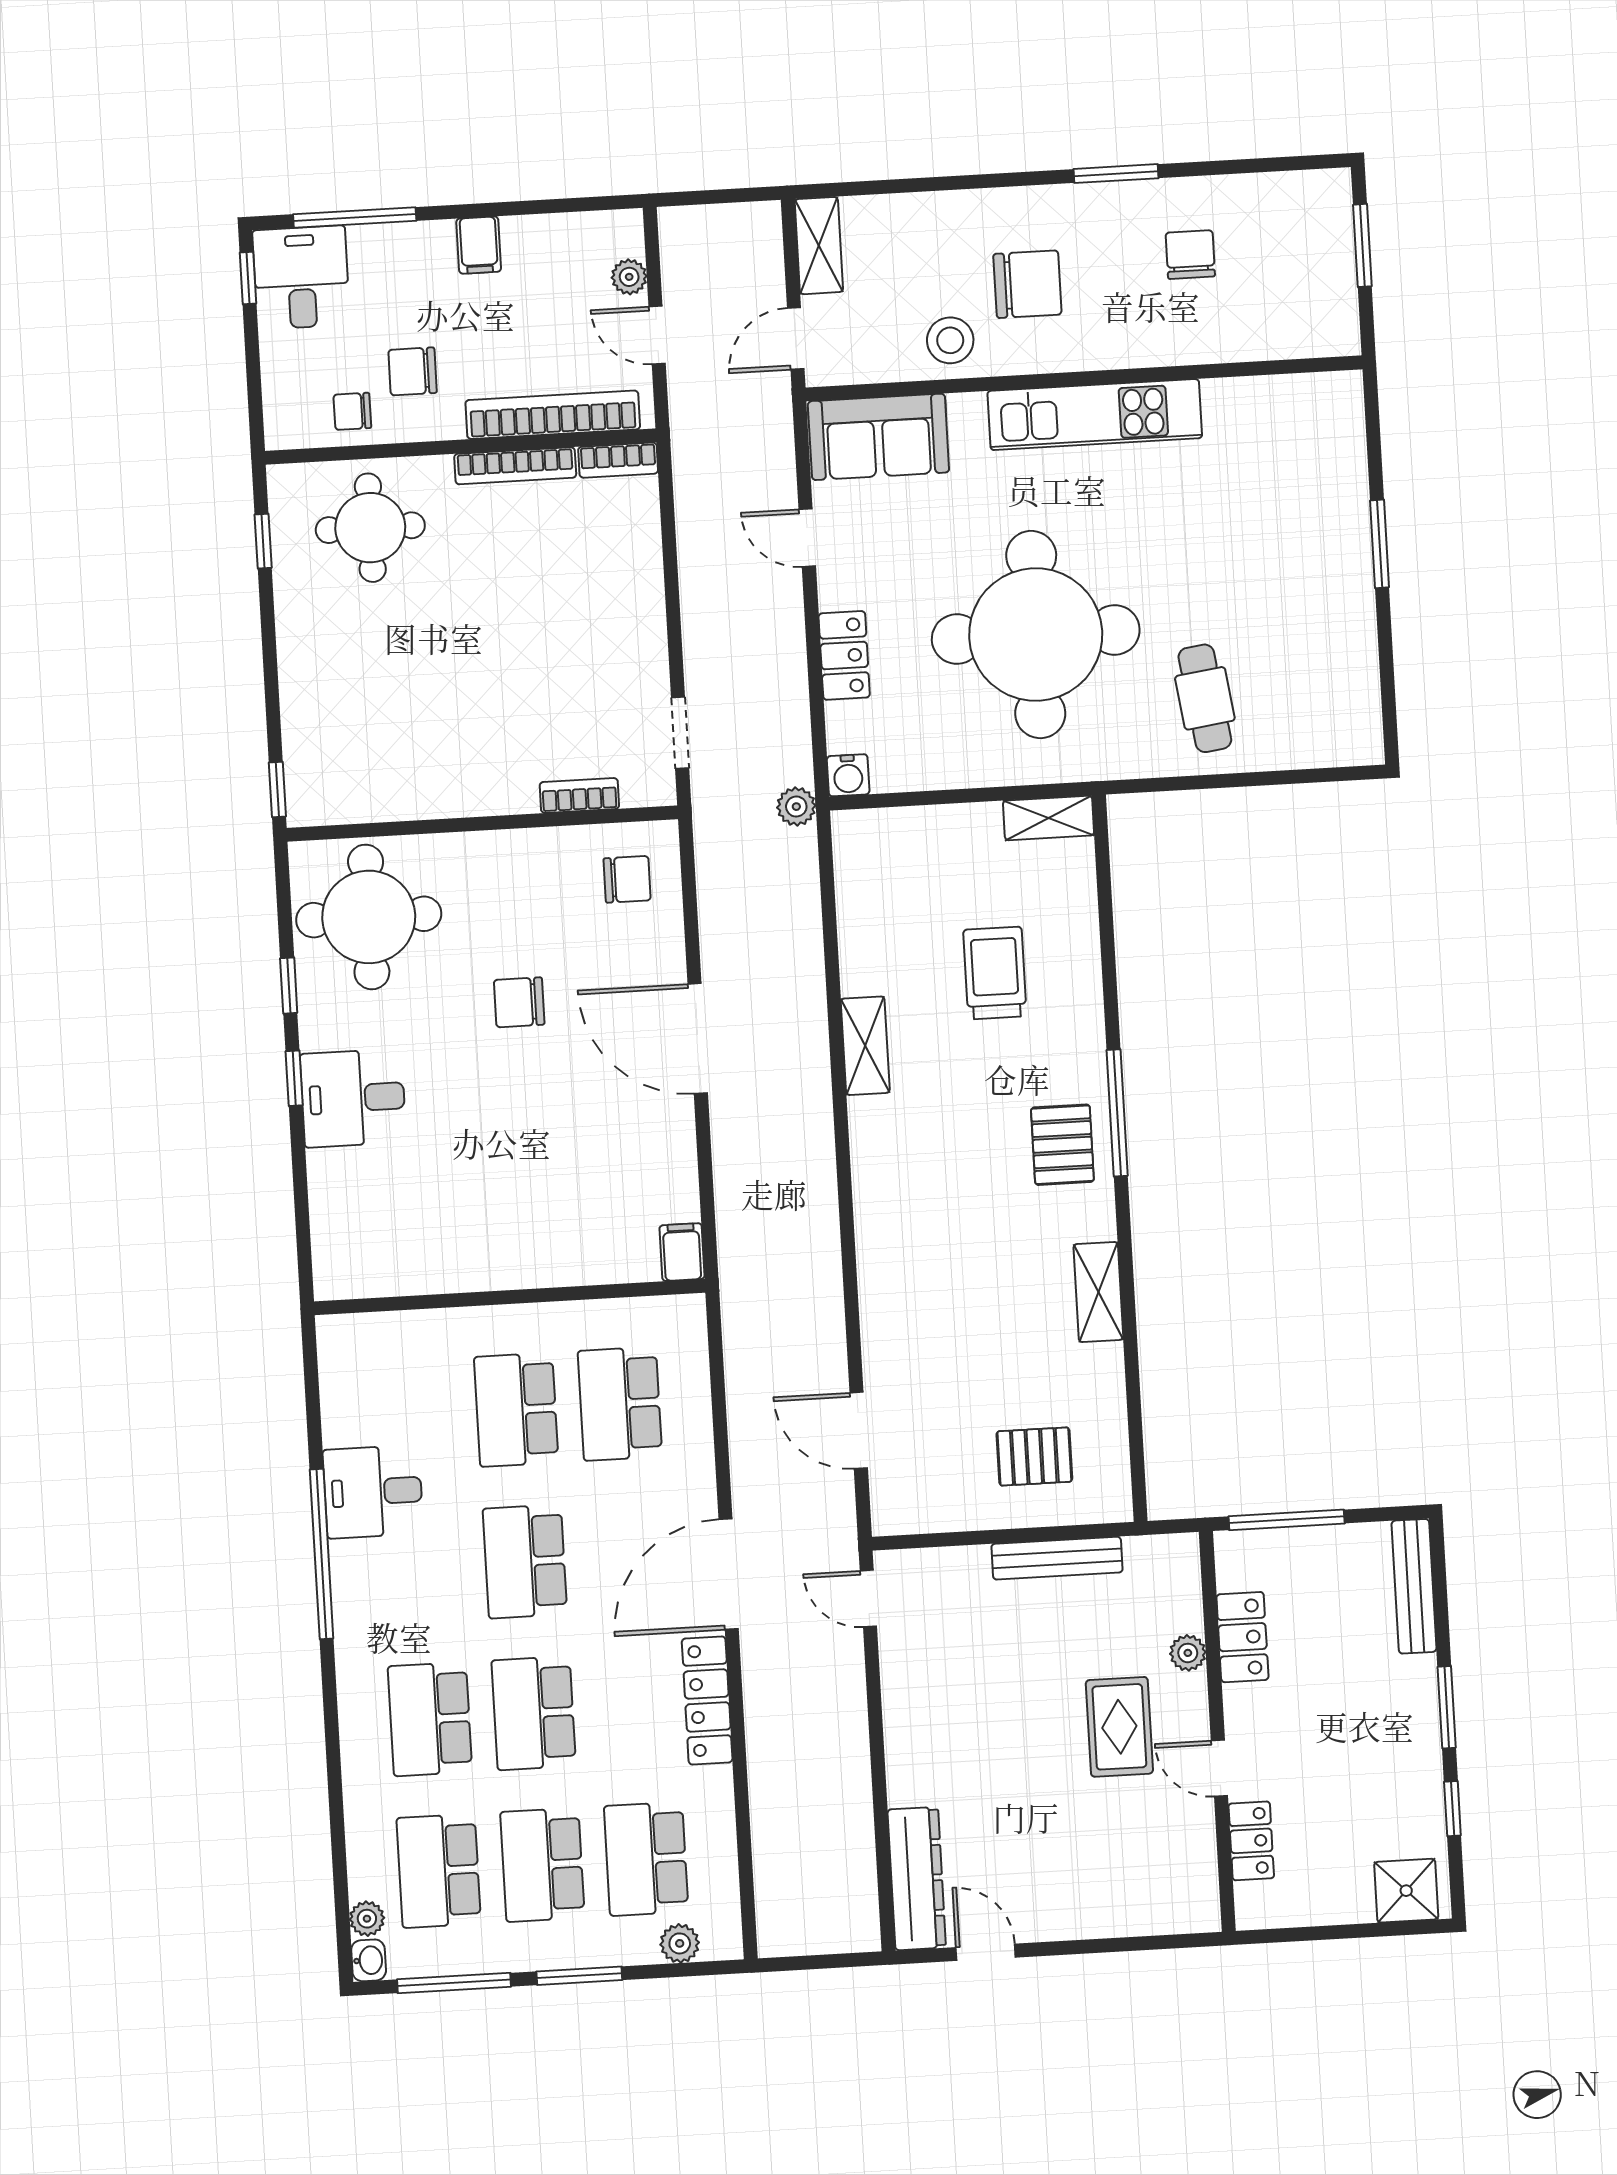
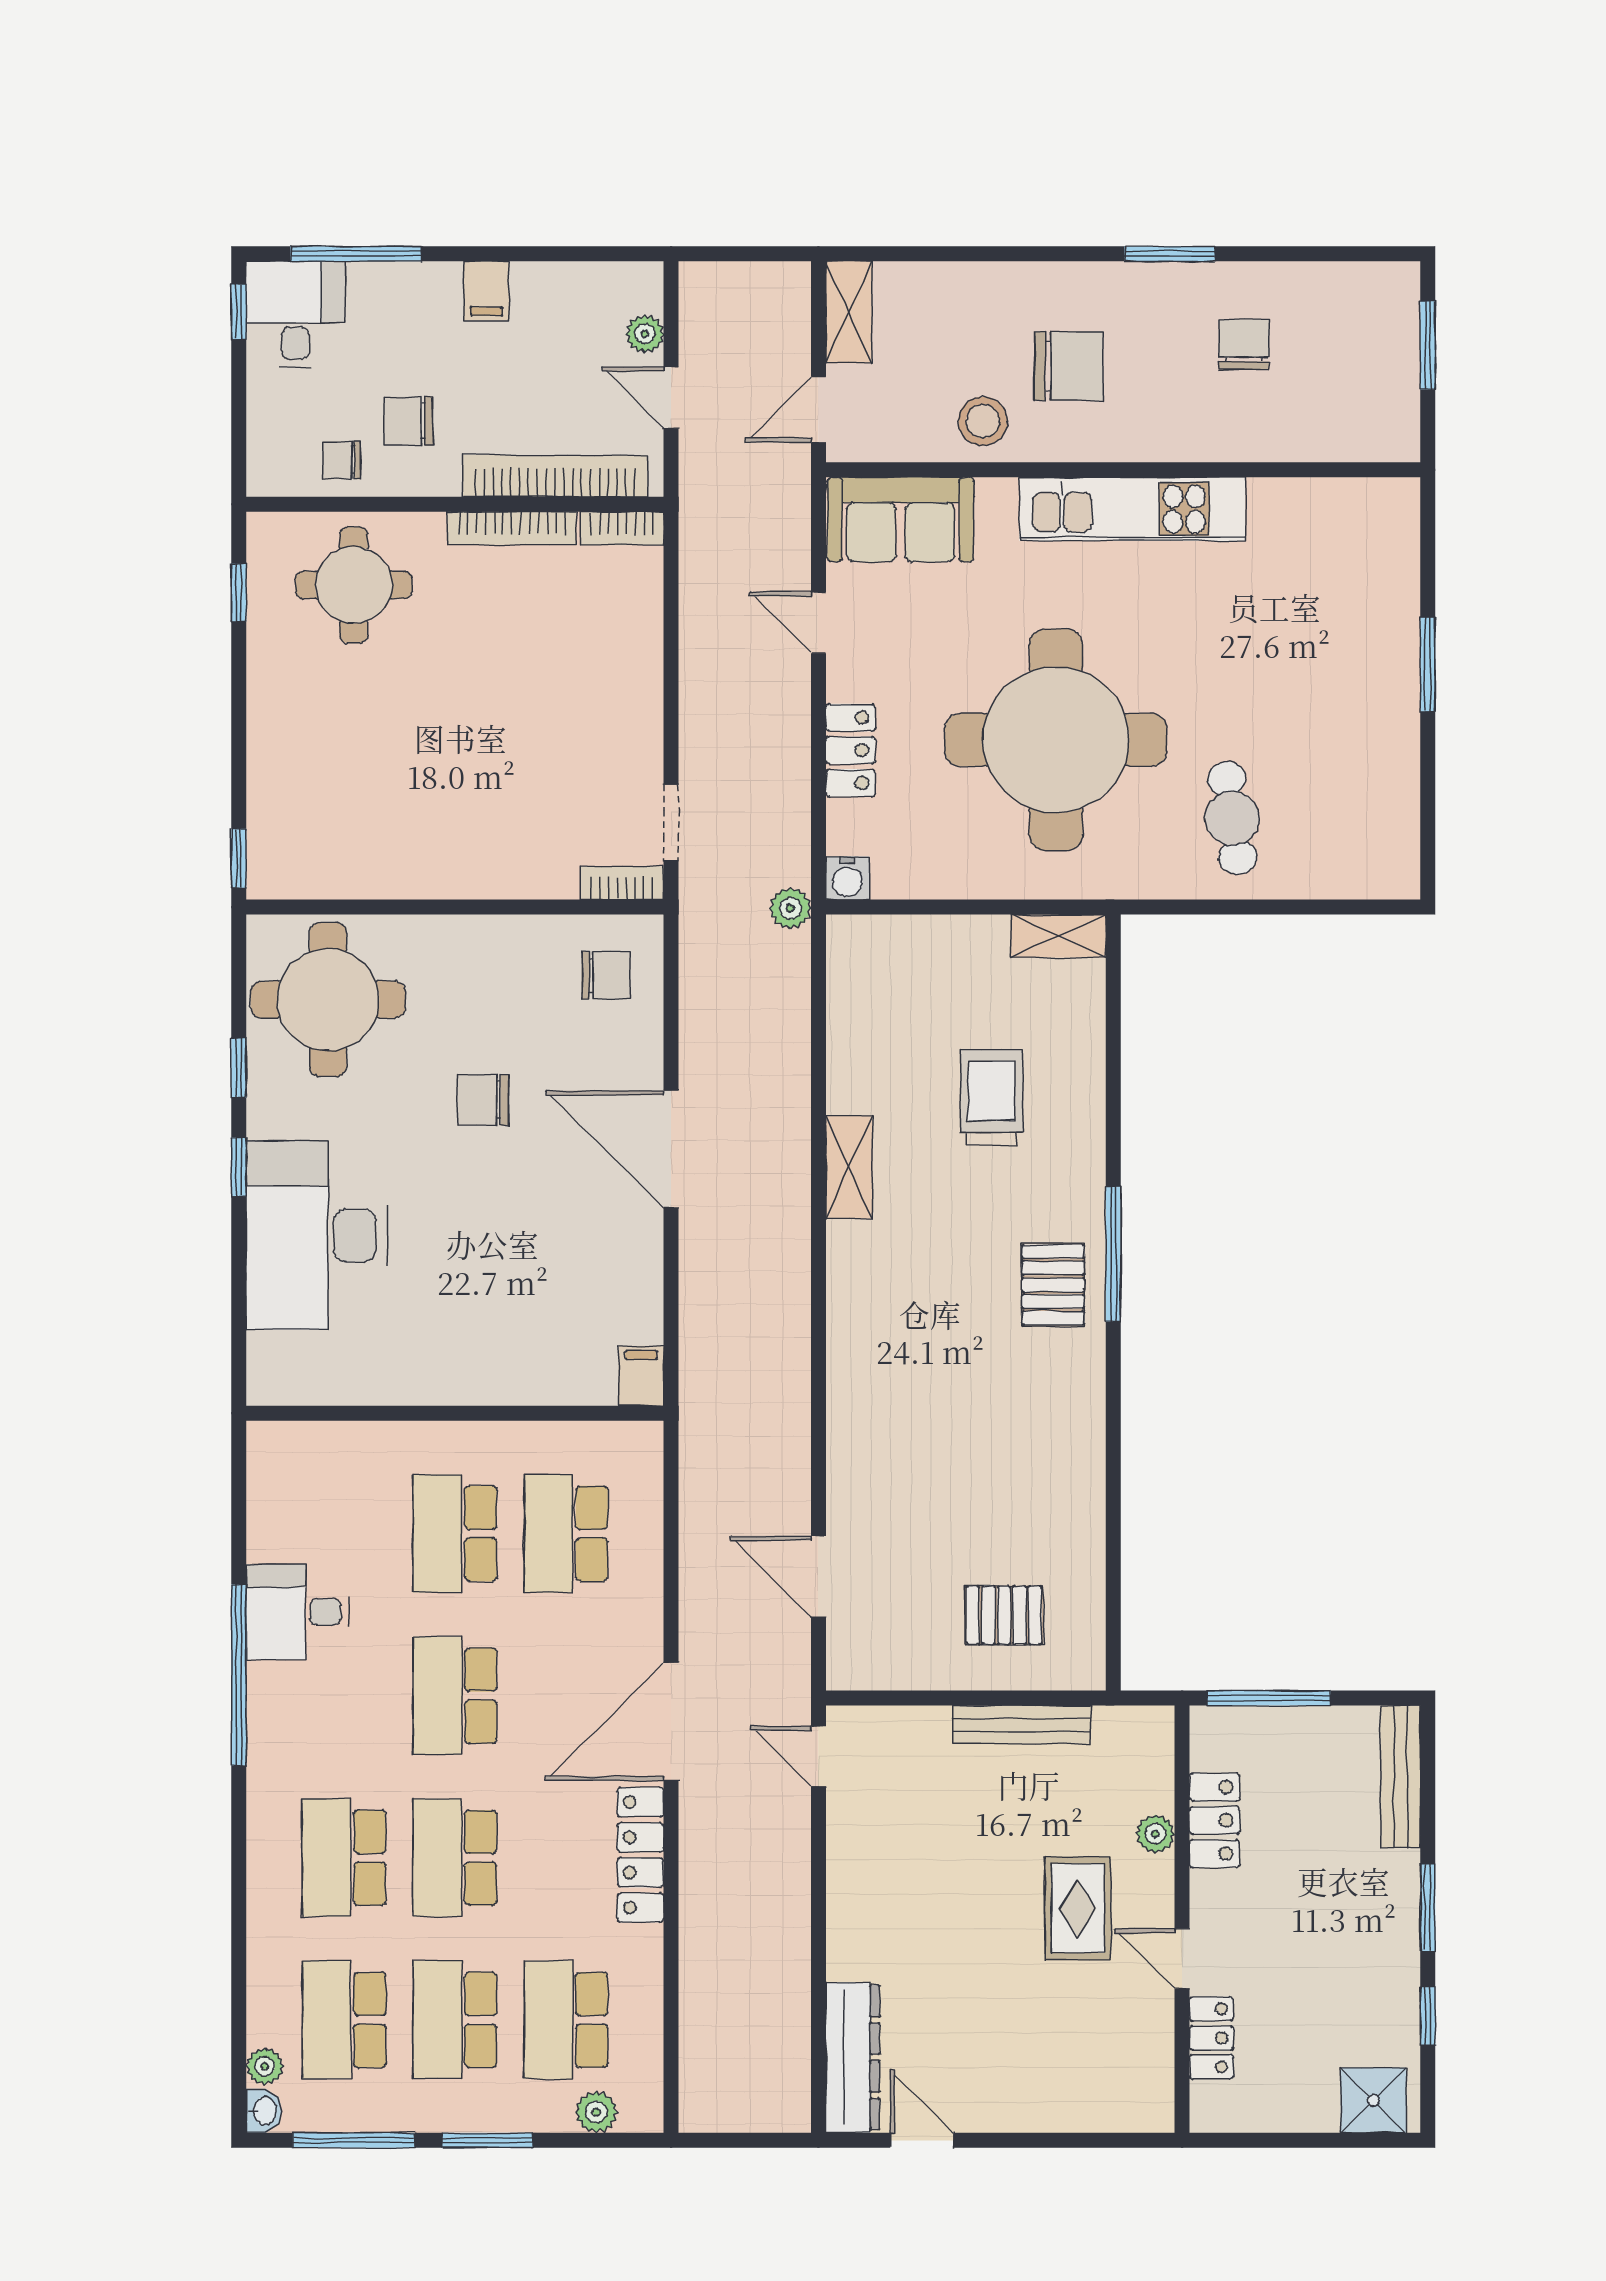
bookcase: (579, 795) -> (622, 883), moved
desk: (353, 1098) -> (317, 1235), width x1.87, depth x1.30
shelving: (1098, 1292) -> (1082, 1444), removed

